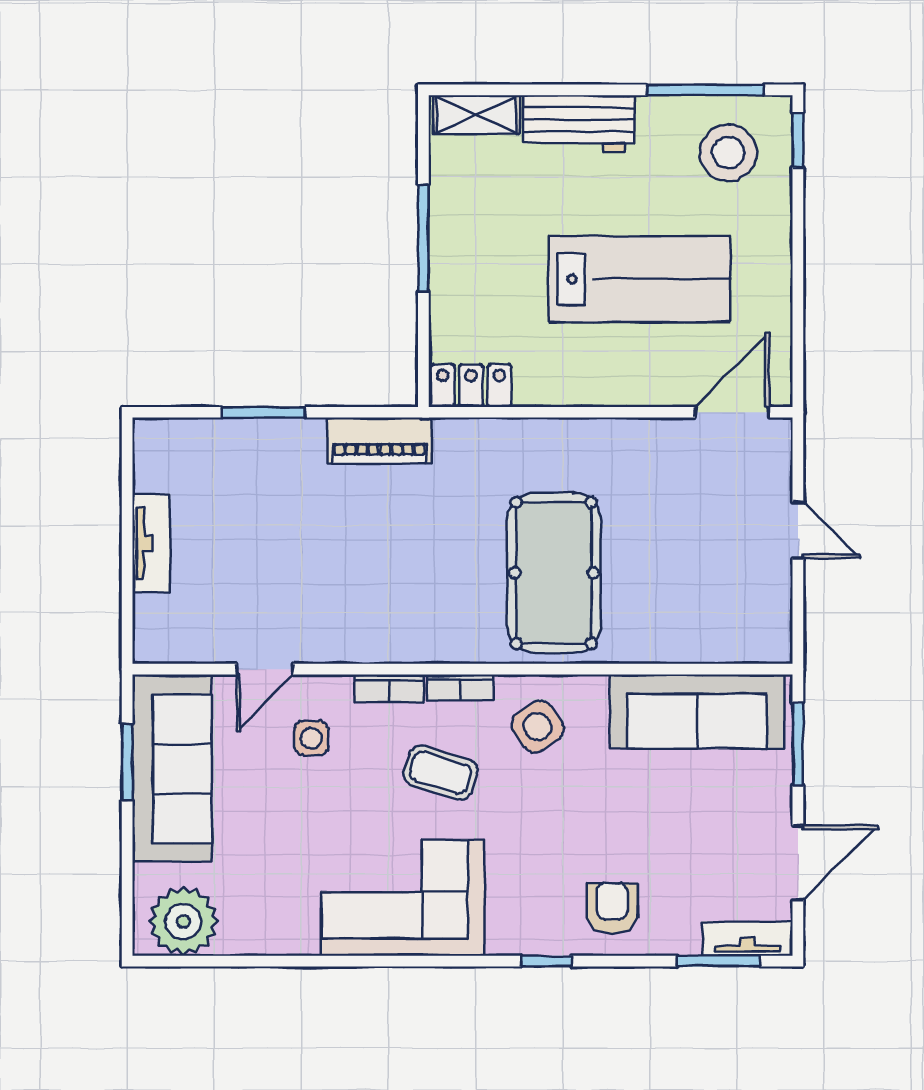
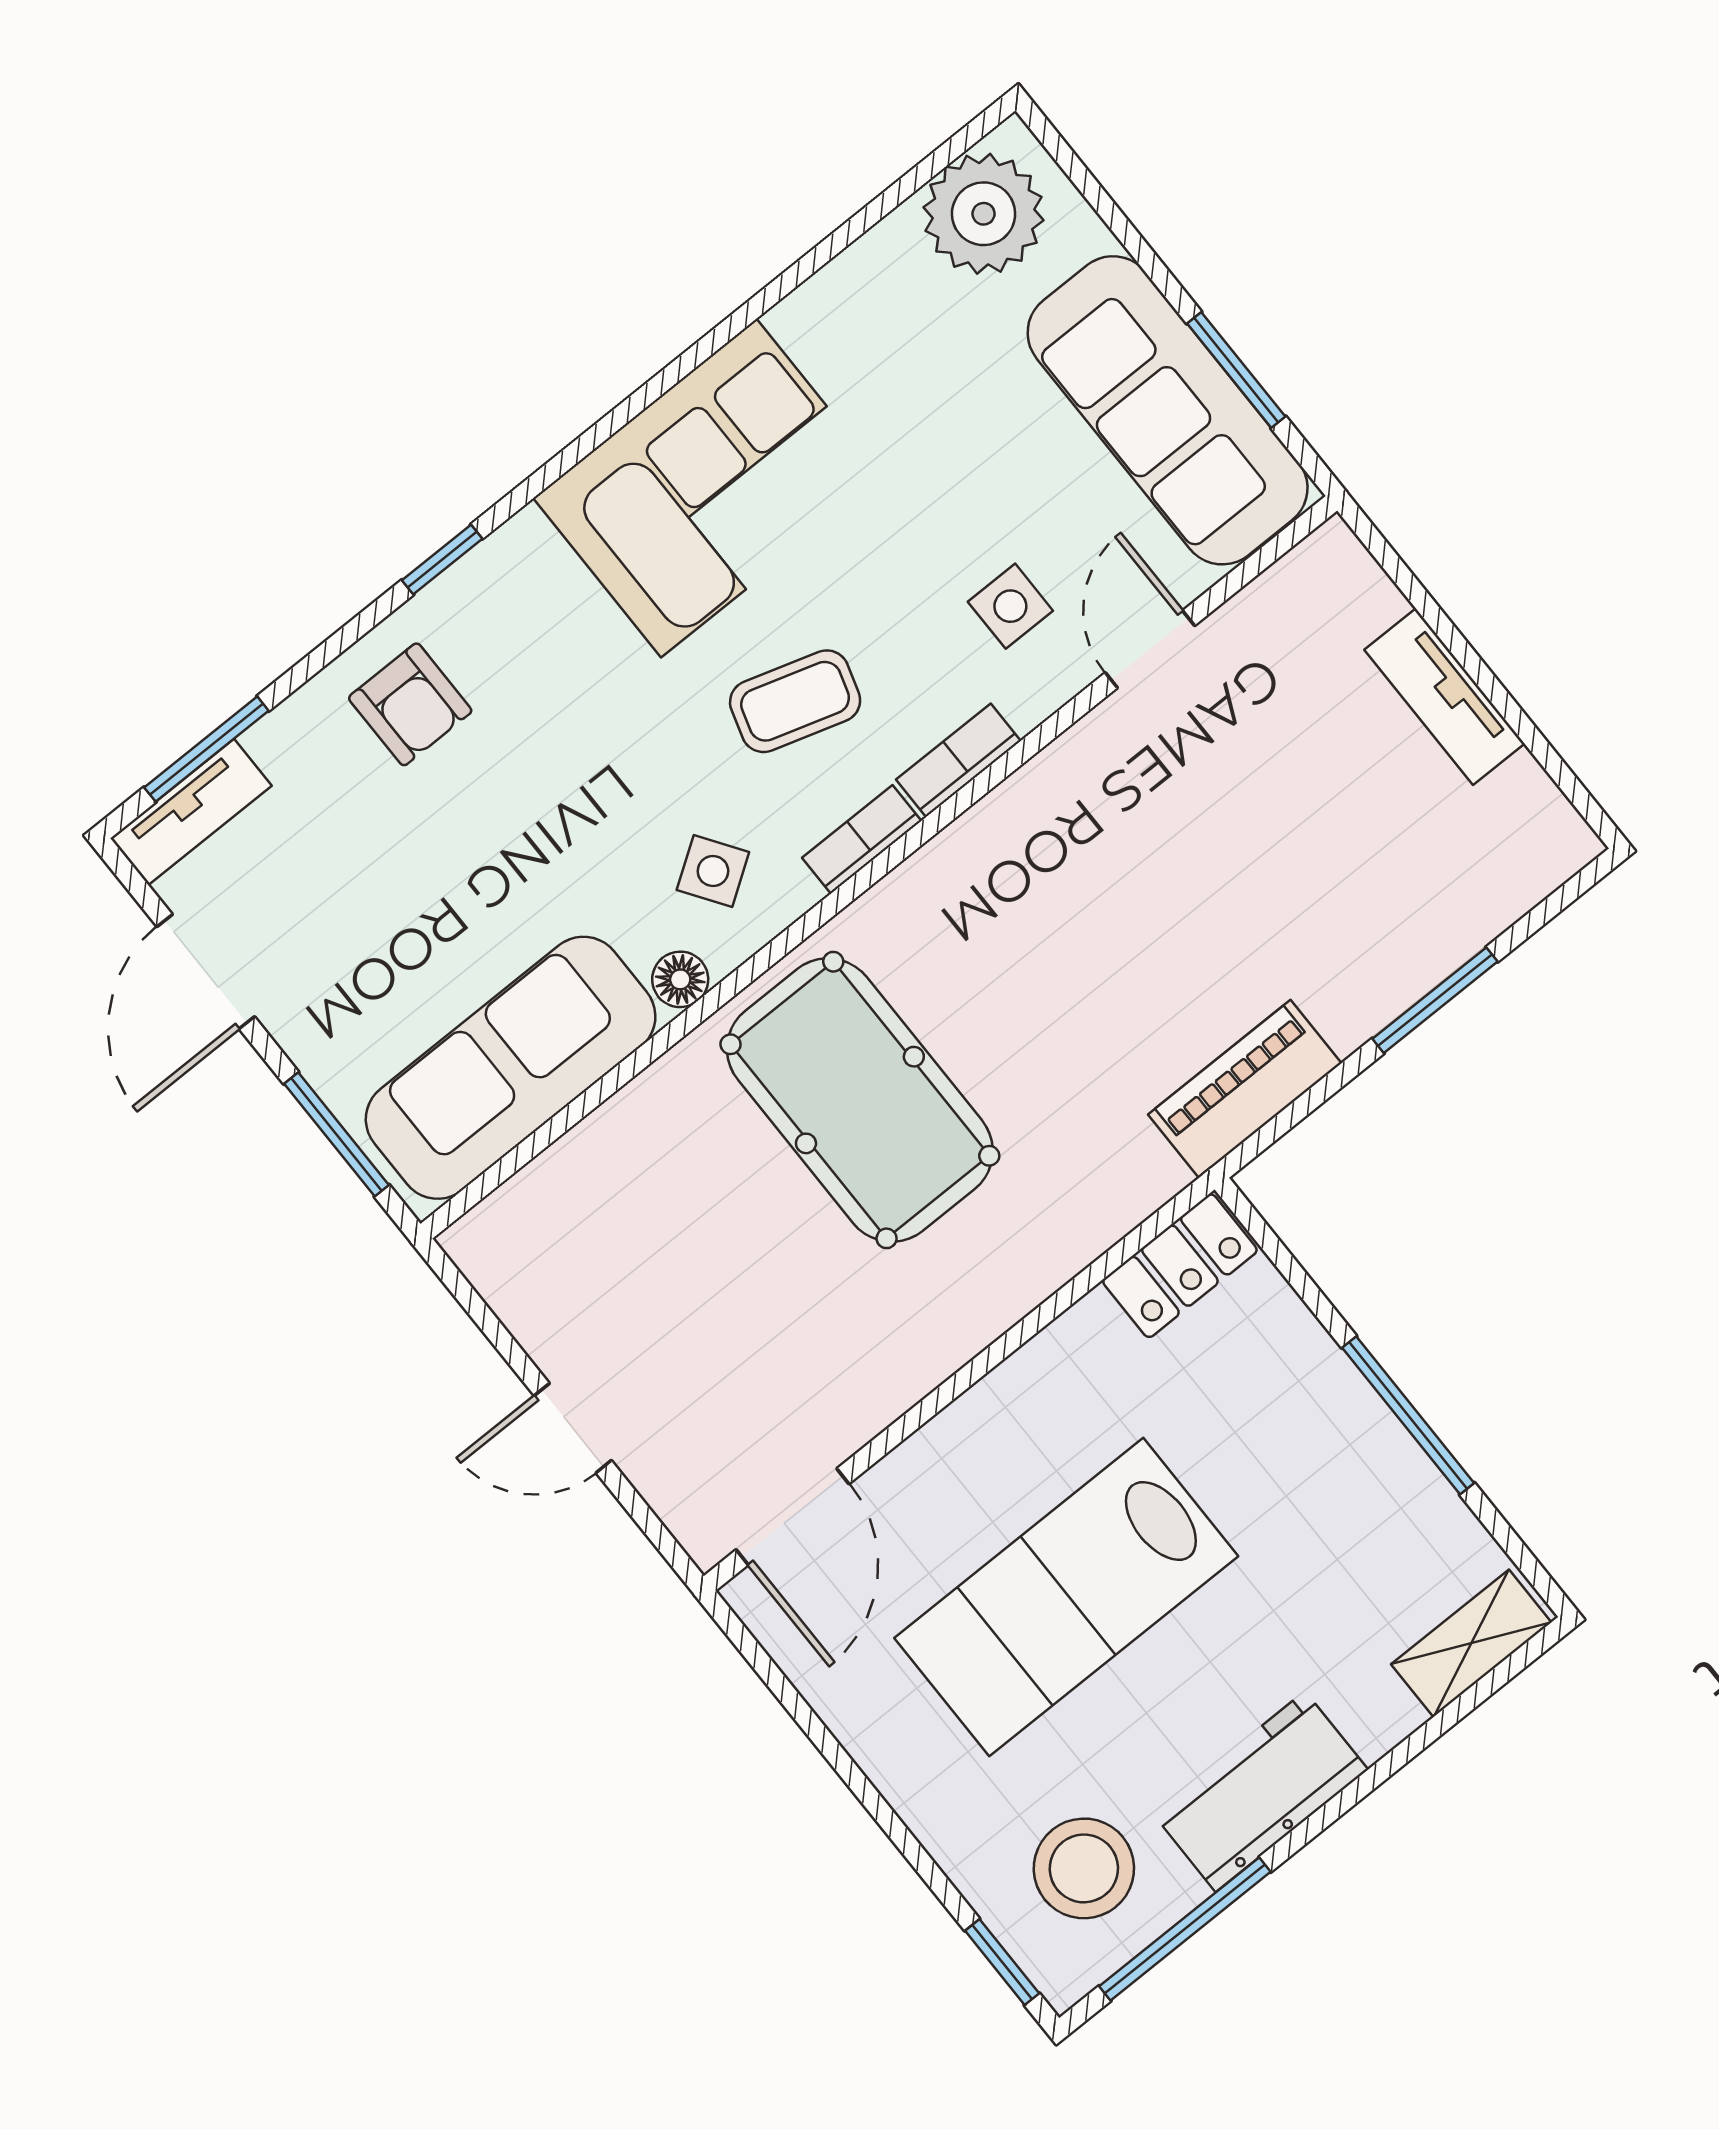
workbench: (579, 124) -> (1260, 1792), moved
floor lamp: (590, 690) -> (680, 979), added
side table: (537, 727) -> (713, 871), width x0.73, depth x0.73

